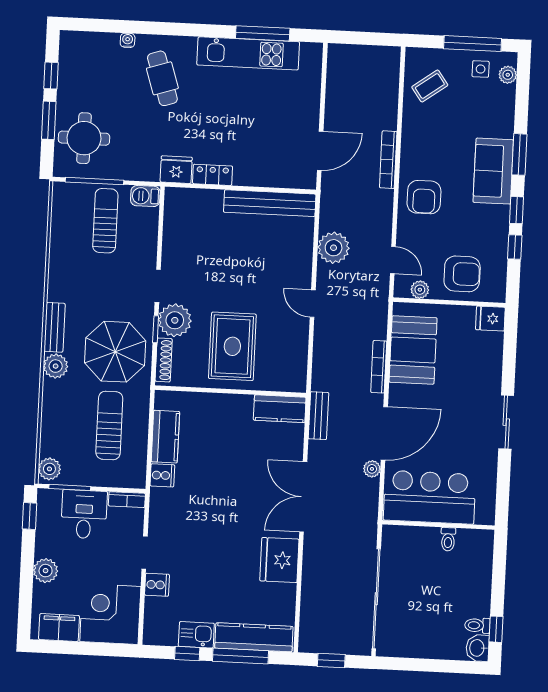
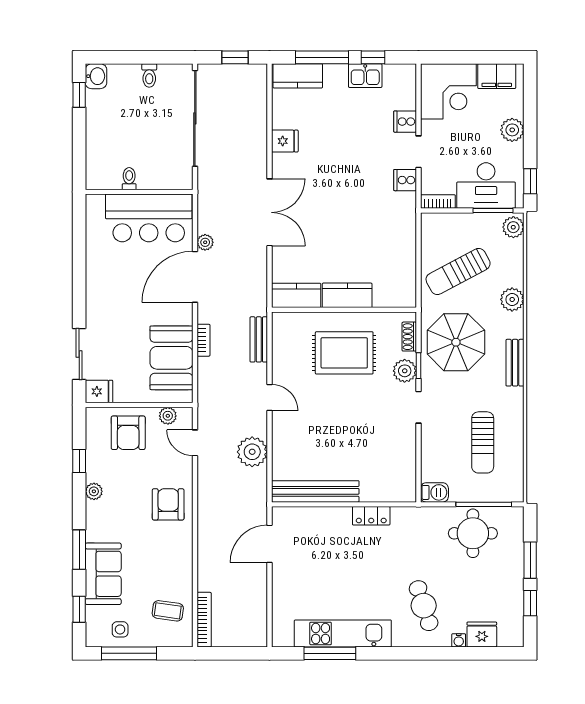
plant: (508, 75) -> (94, 491), moved
coffee table: (430, 86) -> (168, 611), turned 44
round table: (84, 138) -> (473, 533), moved
bookcase: (388, 160) -> (204, 620), moved
fridge: (176, 170) -> (482, 634), moved, turned 180
sofa: (493, 171) -> (103, 574), moved
window: (517, 210) -> (79, 609), moved
sun lounger: (105, 221) -> (483, 442), moved
armchair: (462, 274) -> (128, 433), turned -90
plant: (175, 320) -> (405, 371), width x0.73, depth x0.73
rug: (232, 346) -> (344, 353), turned 90
shoe rack: (164, 360) -> (409, 337), width x0.70
plant: (56, 366) -> (512, 299), moved
bookcase: (379, 367) -> (203, 340), width x0.64
bench: (318, 416) -> (259, 339), moved
sliding door: (506, 422) -> (79, 354), moved
sun lounger: (109, 425) -> (458, 271), turned 62
kitchen counter: (165, 437) -> (347, 295), moved, turned 90
cooker: (162, 475) -> (405, 180), moved
desk: (84, 514) -> (486, 186), width x1.37
fridge: (279, 560) -> (285, 141), width x0.53, depth x0.75
toilet: (477, 625) -> (149, 75), moved, turned 90
kitchen counter: (254, 637) -> (298, 76), width x0.67

